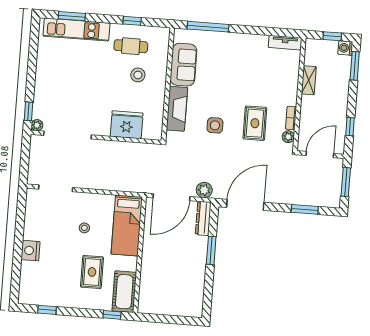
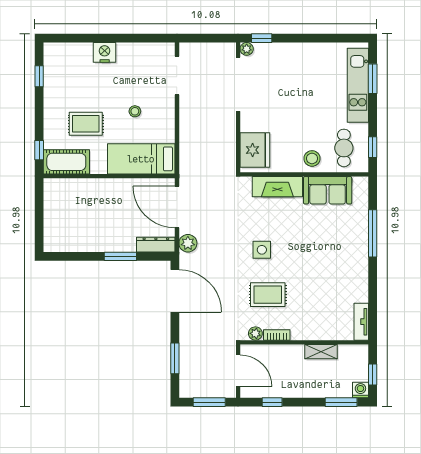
sofa: (183, 65) -> (328, 190), moved
wall: (168, 84) -> (304, 174), moved
fireplace: (177, 109) -> (277, 187), moved

